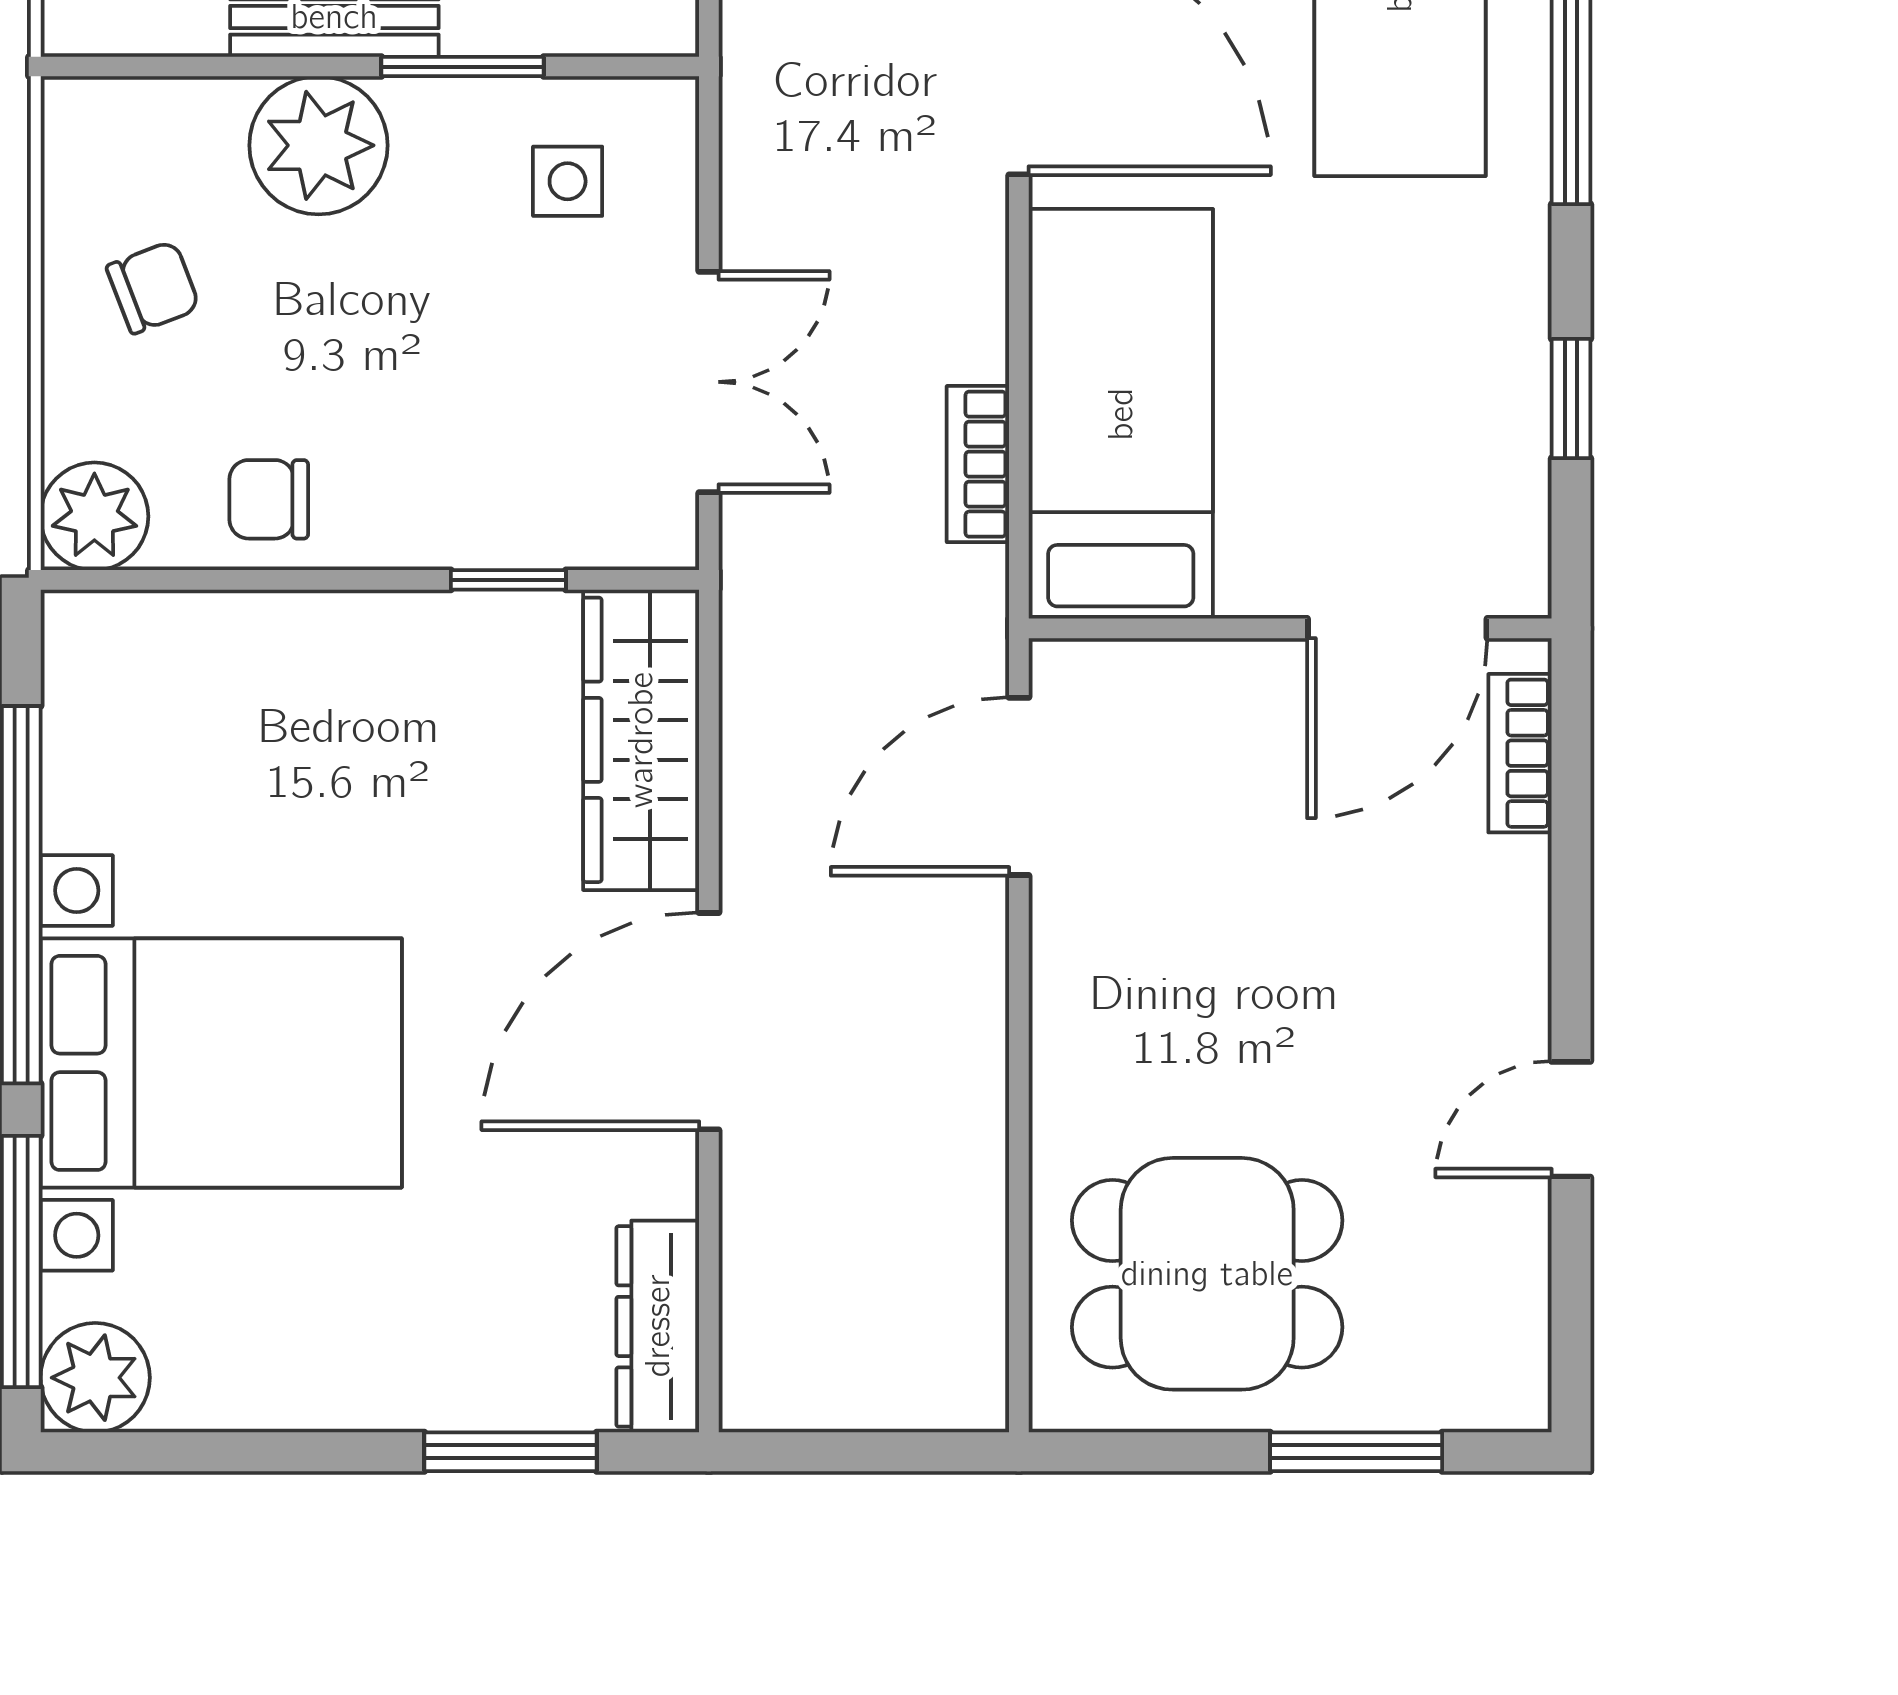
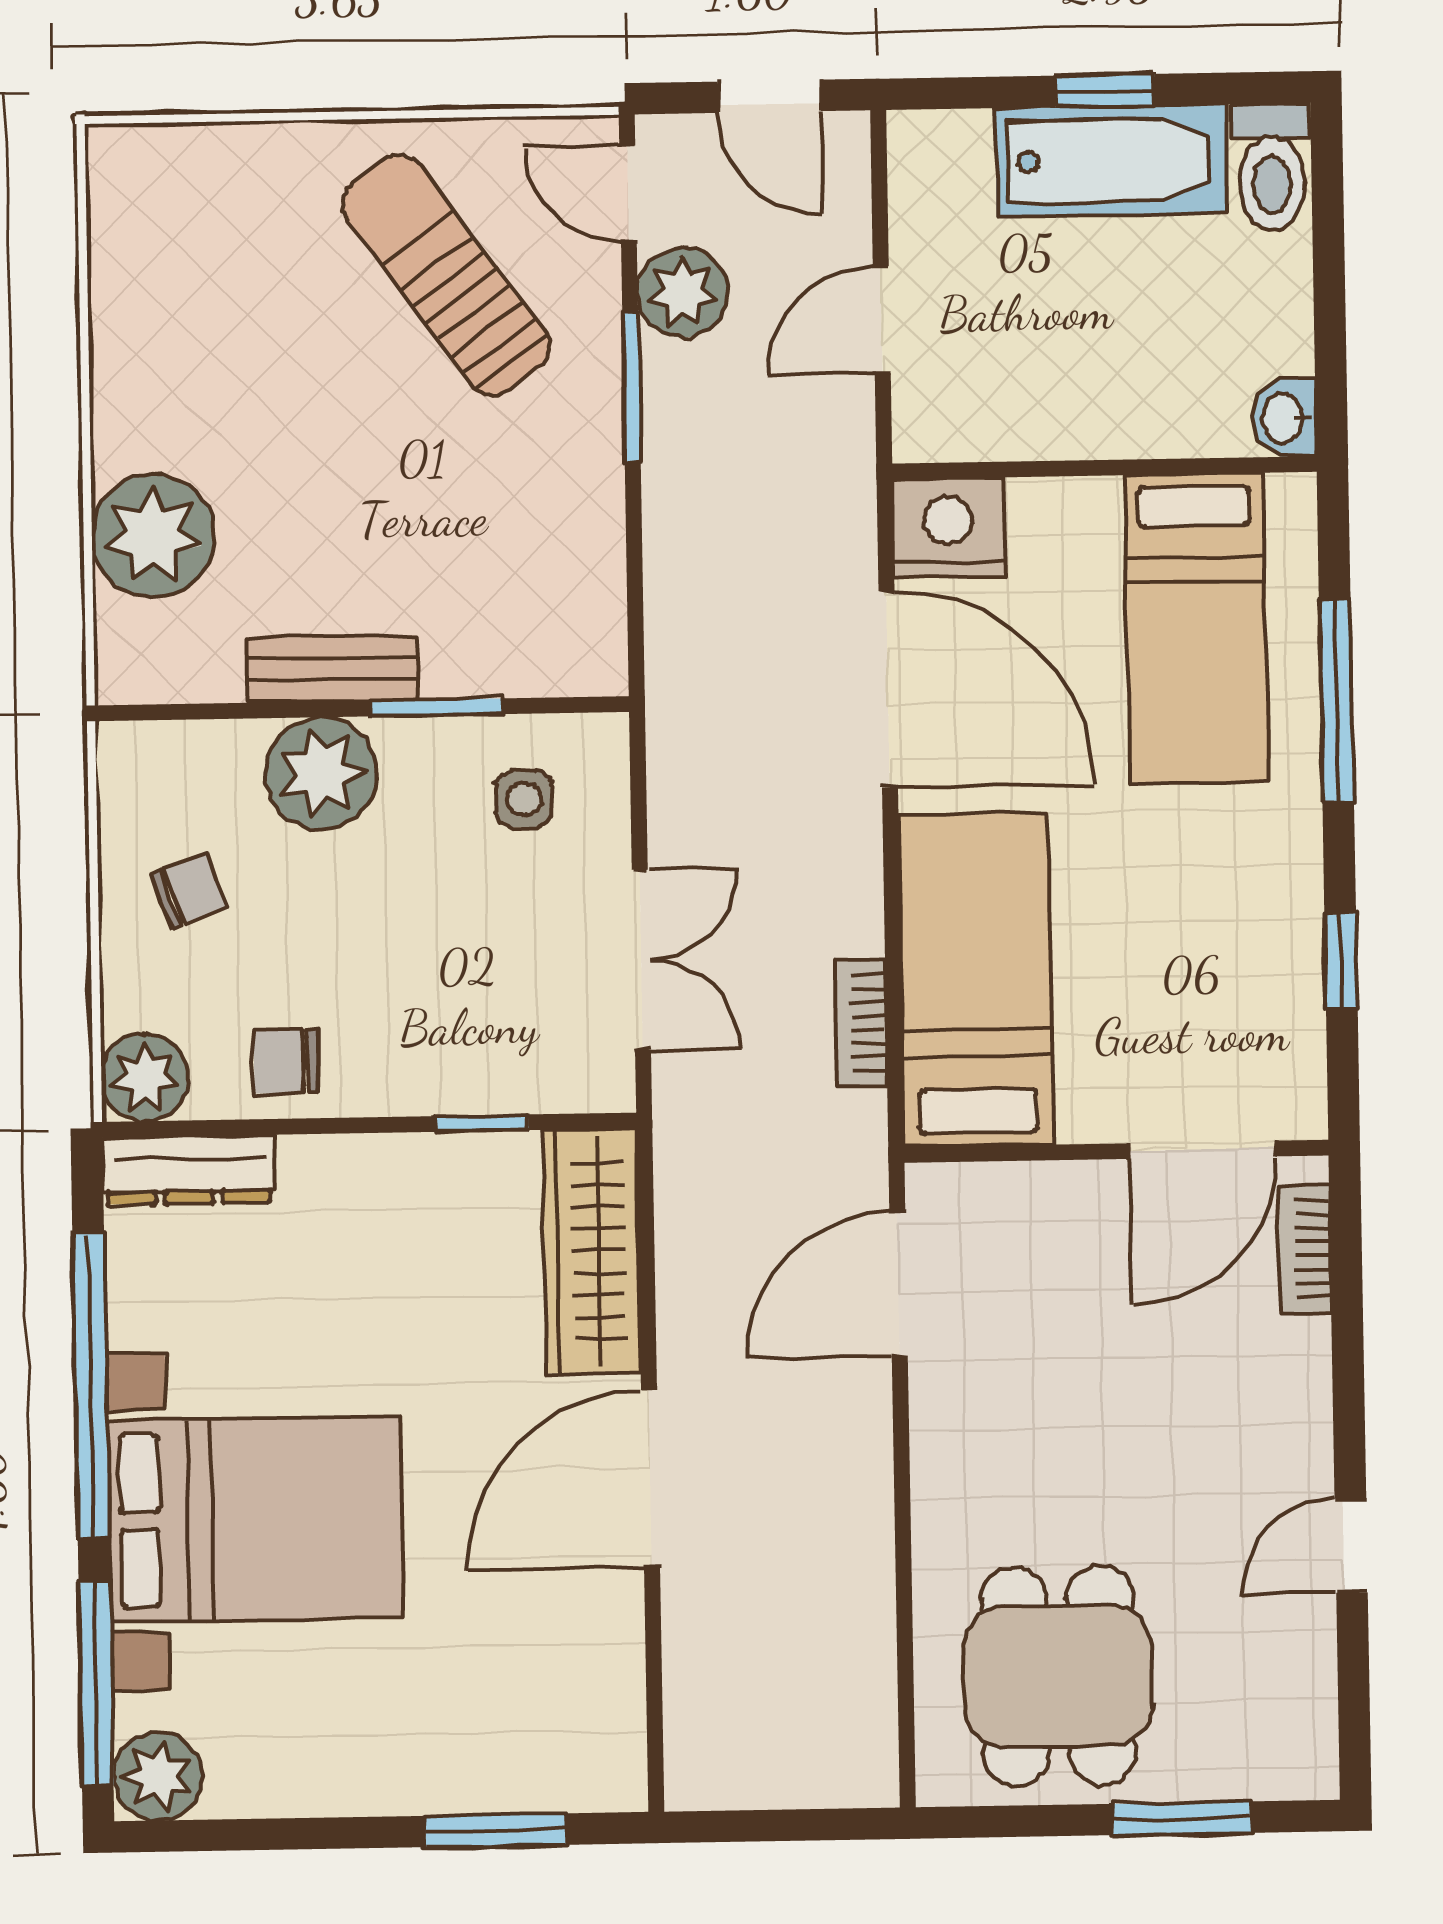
dining table: (1207, 1274) -> (1058, 1676), turned 90
dresser: (658, 1326) -> (189, 1170), moved, turned -90

